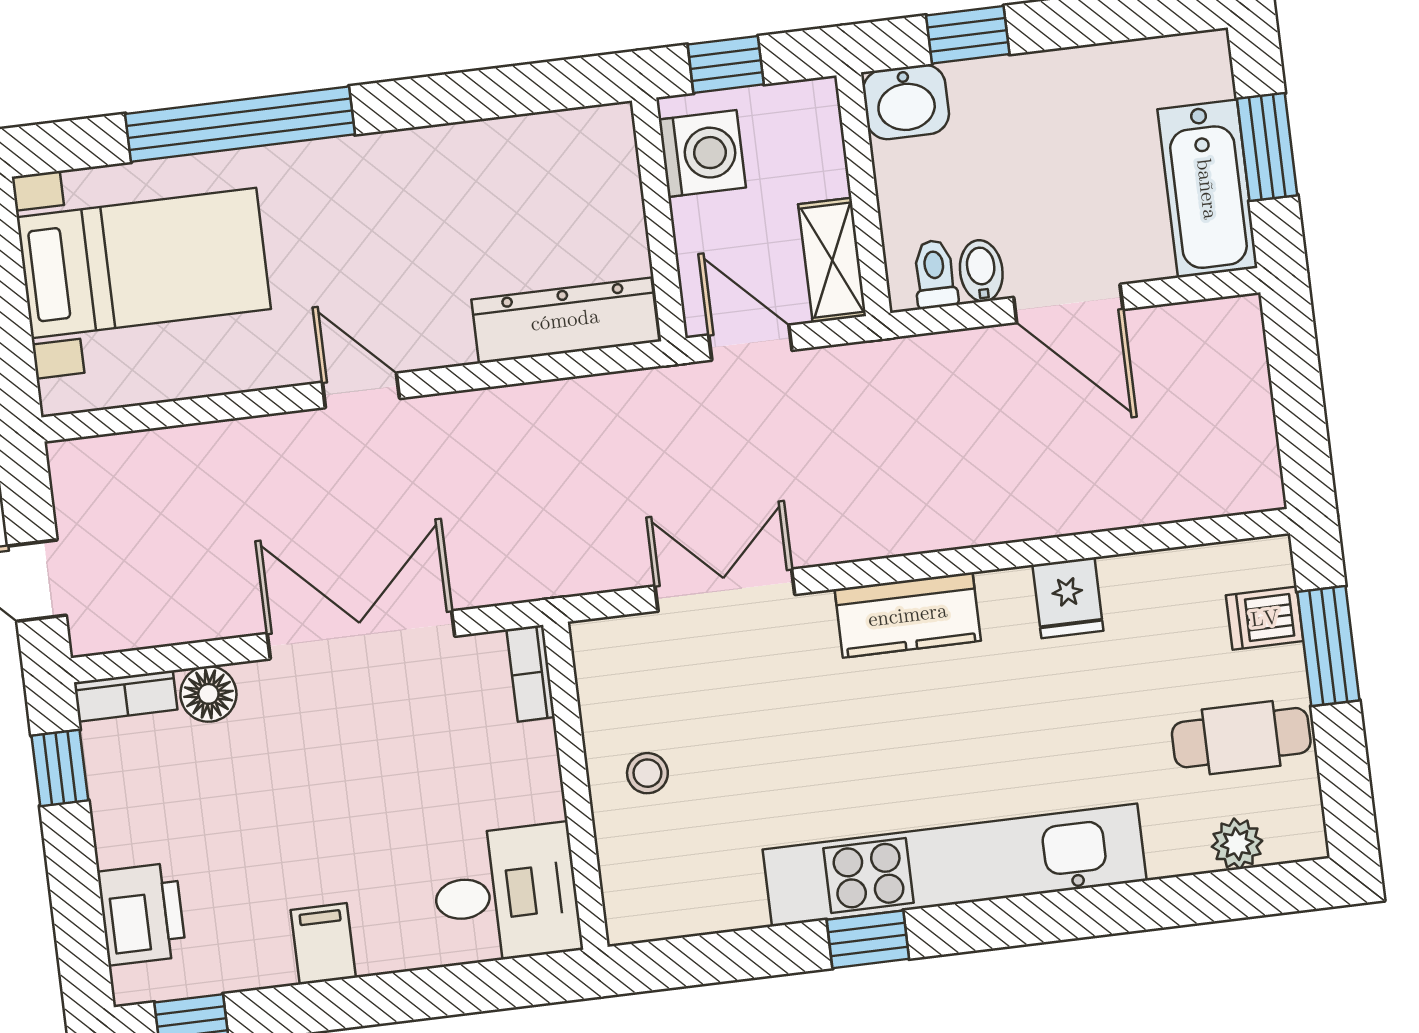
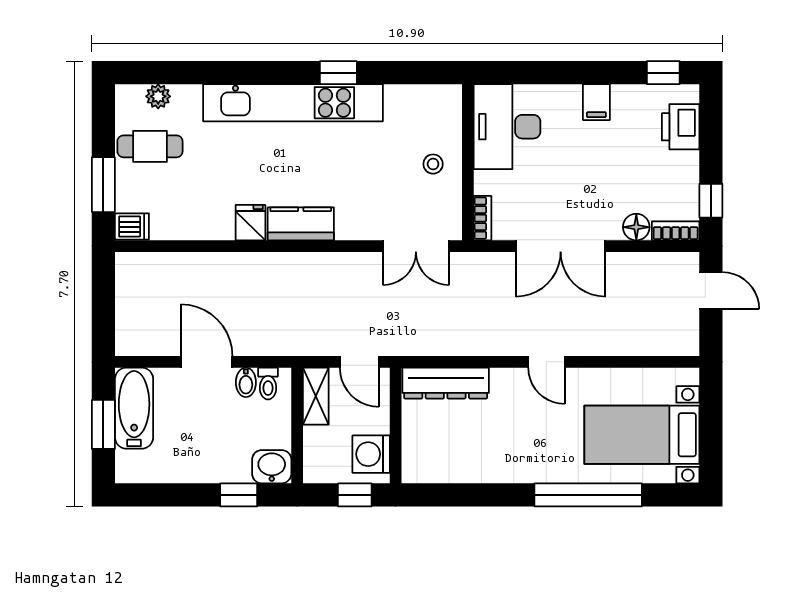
double door: (725, 590) -> (416, 246), moved
fridge: (1068, 598) -> (250, 223), moved
dishwasher: (1265, 618) -> (132, 227), moved
desk: (506, 894) -> (507, 127), width x1.37

